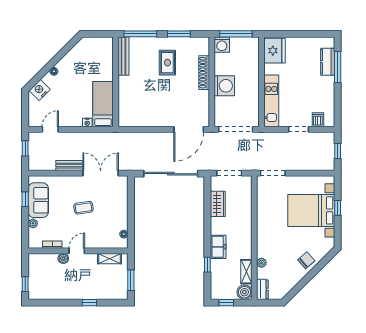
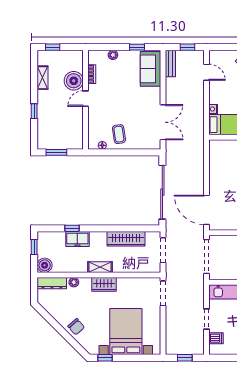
bench: (69, 166) -> (170, 64), moved
sofa: (38, 200) -> (150, 69), moved, turned 90
wardrobe: (218, 204) -> (126, 239), width x1.50
coffee table: (84, 208) -> (119, 134), moved
window: (338, 208) -> (105, 358), moved
wardrobe: (264, 232) -> (104, 284), added
freezer: (218, 247) -> (77, 239), moved
door: (77, 251) -> (86, 99), swing flipped
boiler: (63, 258) -> (74, 81), width x1.86, depth x1.86
shelving: (110, 259) -> (43, 78), moved
shelving: (246, 272) -> (100, 267), moved
dresser: (262, 289) -> (52, 283), width x1.44

